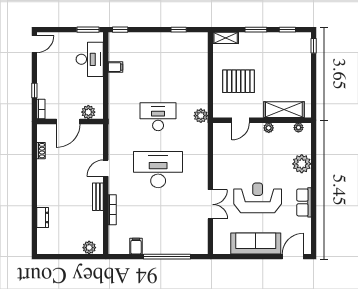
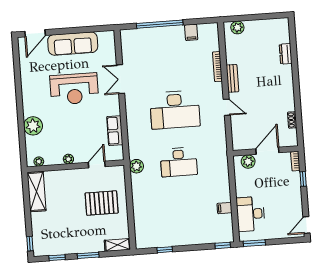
shelving: (284, 110) -> (37, 192), moved, turned 90
door: (106, 168) -> (227, 107), hinge flipped
row of seats: (304, 202) -> (115, 131), moved, turned 180

